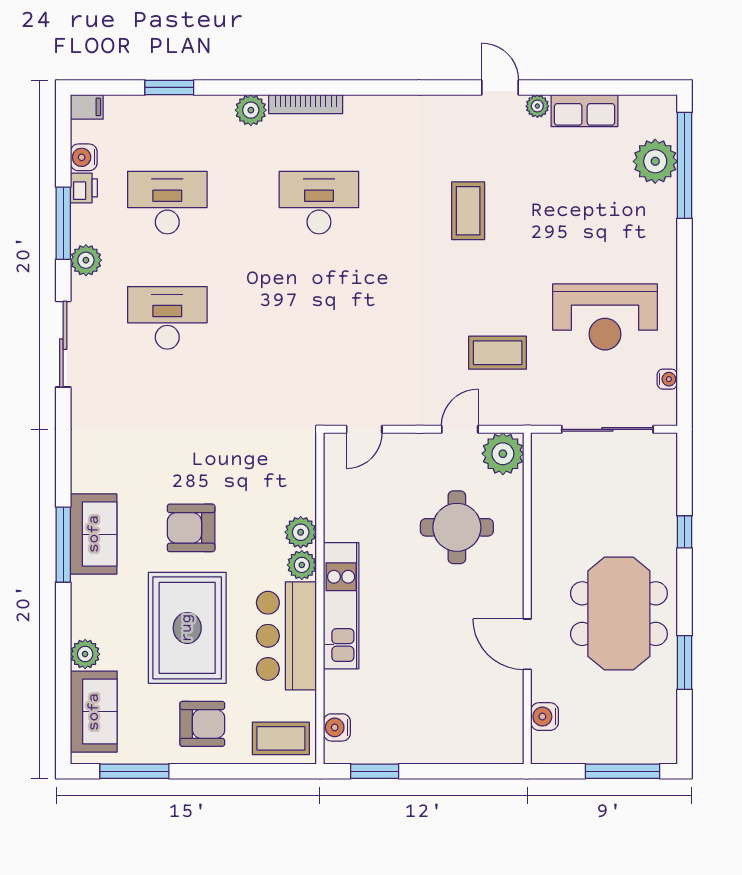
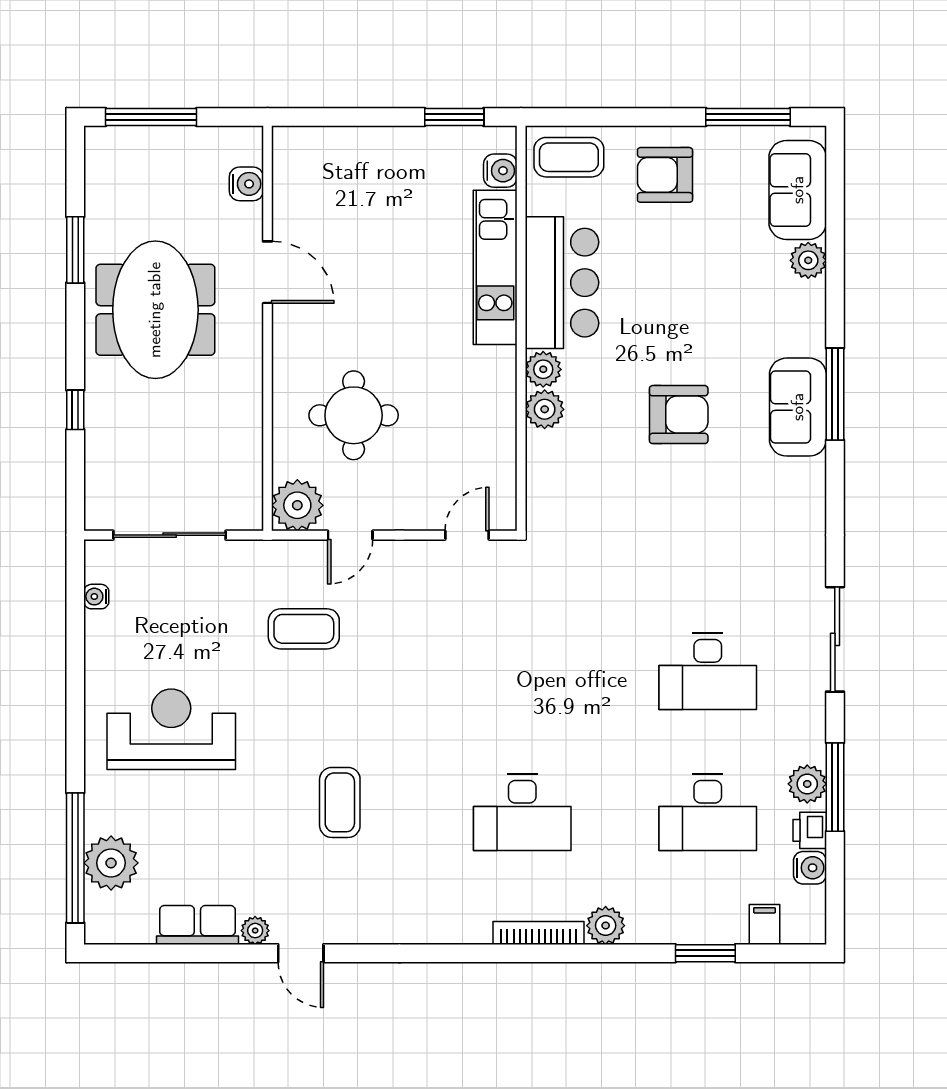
filing cabinet: (87, 107) -> (765, 924), moved, turned 90
plant: (86, 260) -> (807, 784), moved
reception desk: (605, 317) -> (171, 729), moved
kitchen unit: (341, 606) -> (495, 267), moved
rug: (187, 628) -> (683, 292), removed

